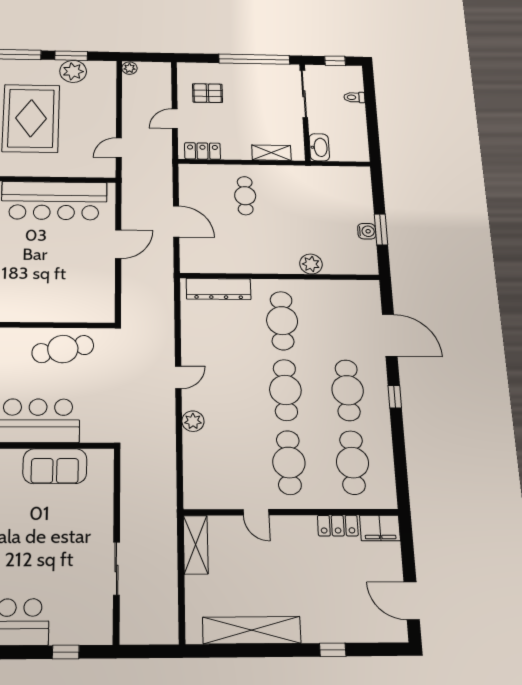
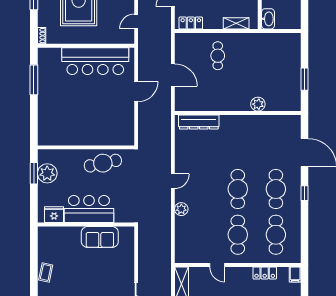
water cooler: (367, 231) -> (295, 80), removed
cafe table: (282, 321) -> (238, 143), removed
filing cabinet: (380, 528) -> (295, 274), width x0.50

